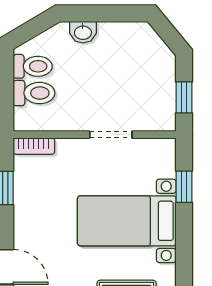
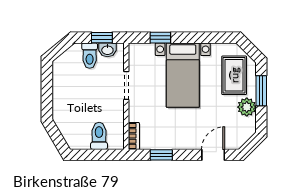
washbasin: (83, 32) -> (107, 50), moved, turned 90
toilet: (33, 66) -> (90, 56), moved, turned 180

